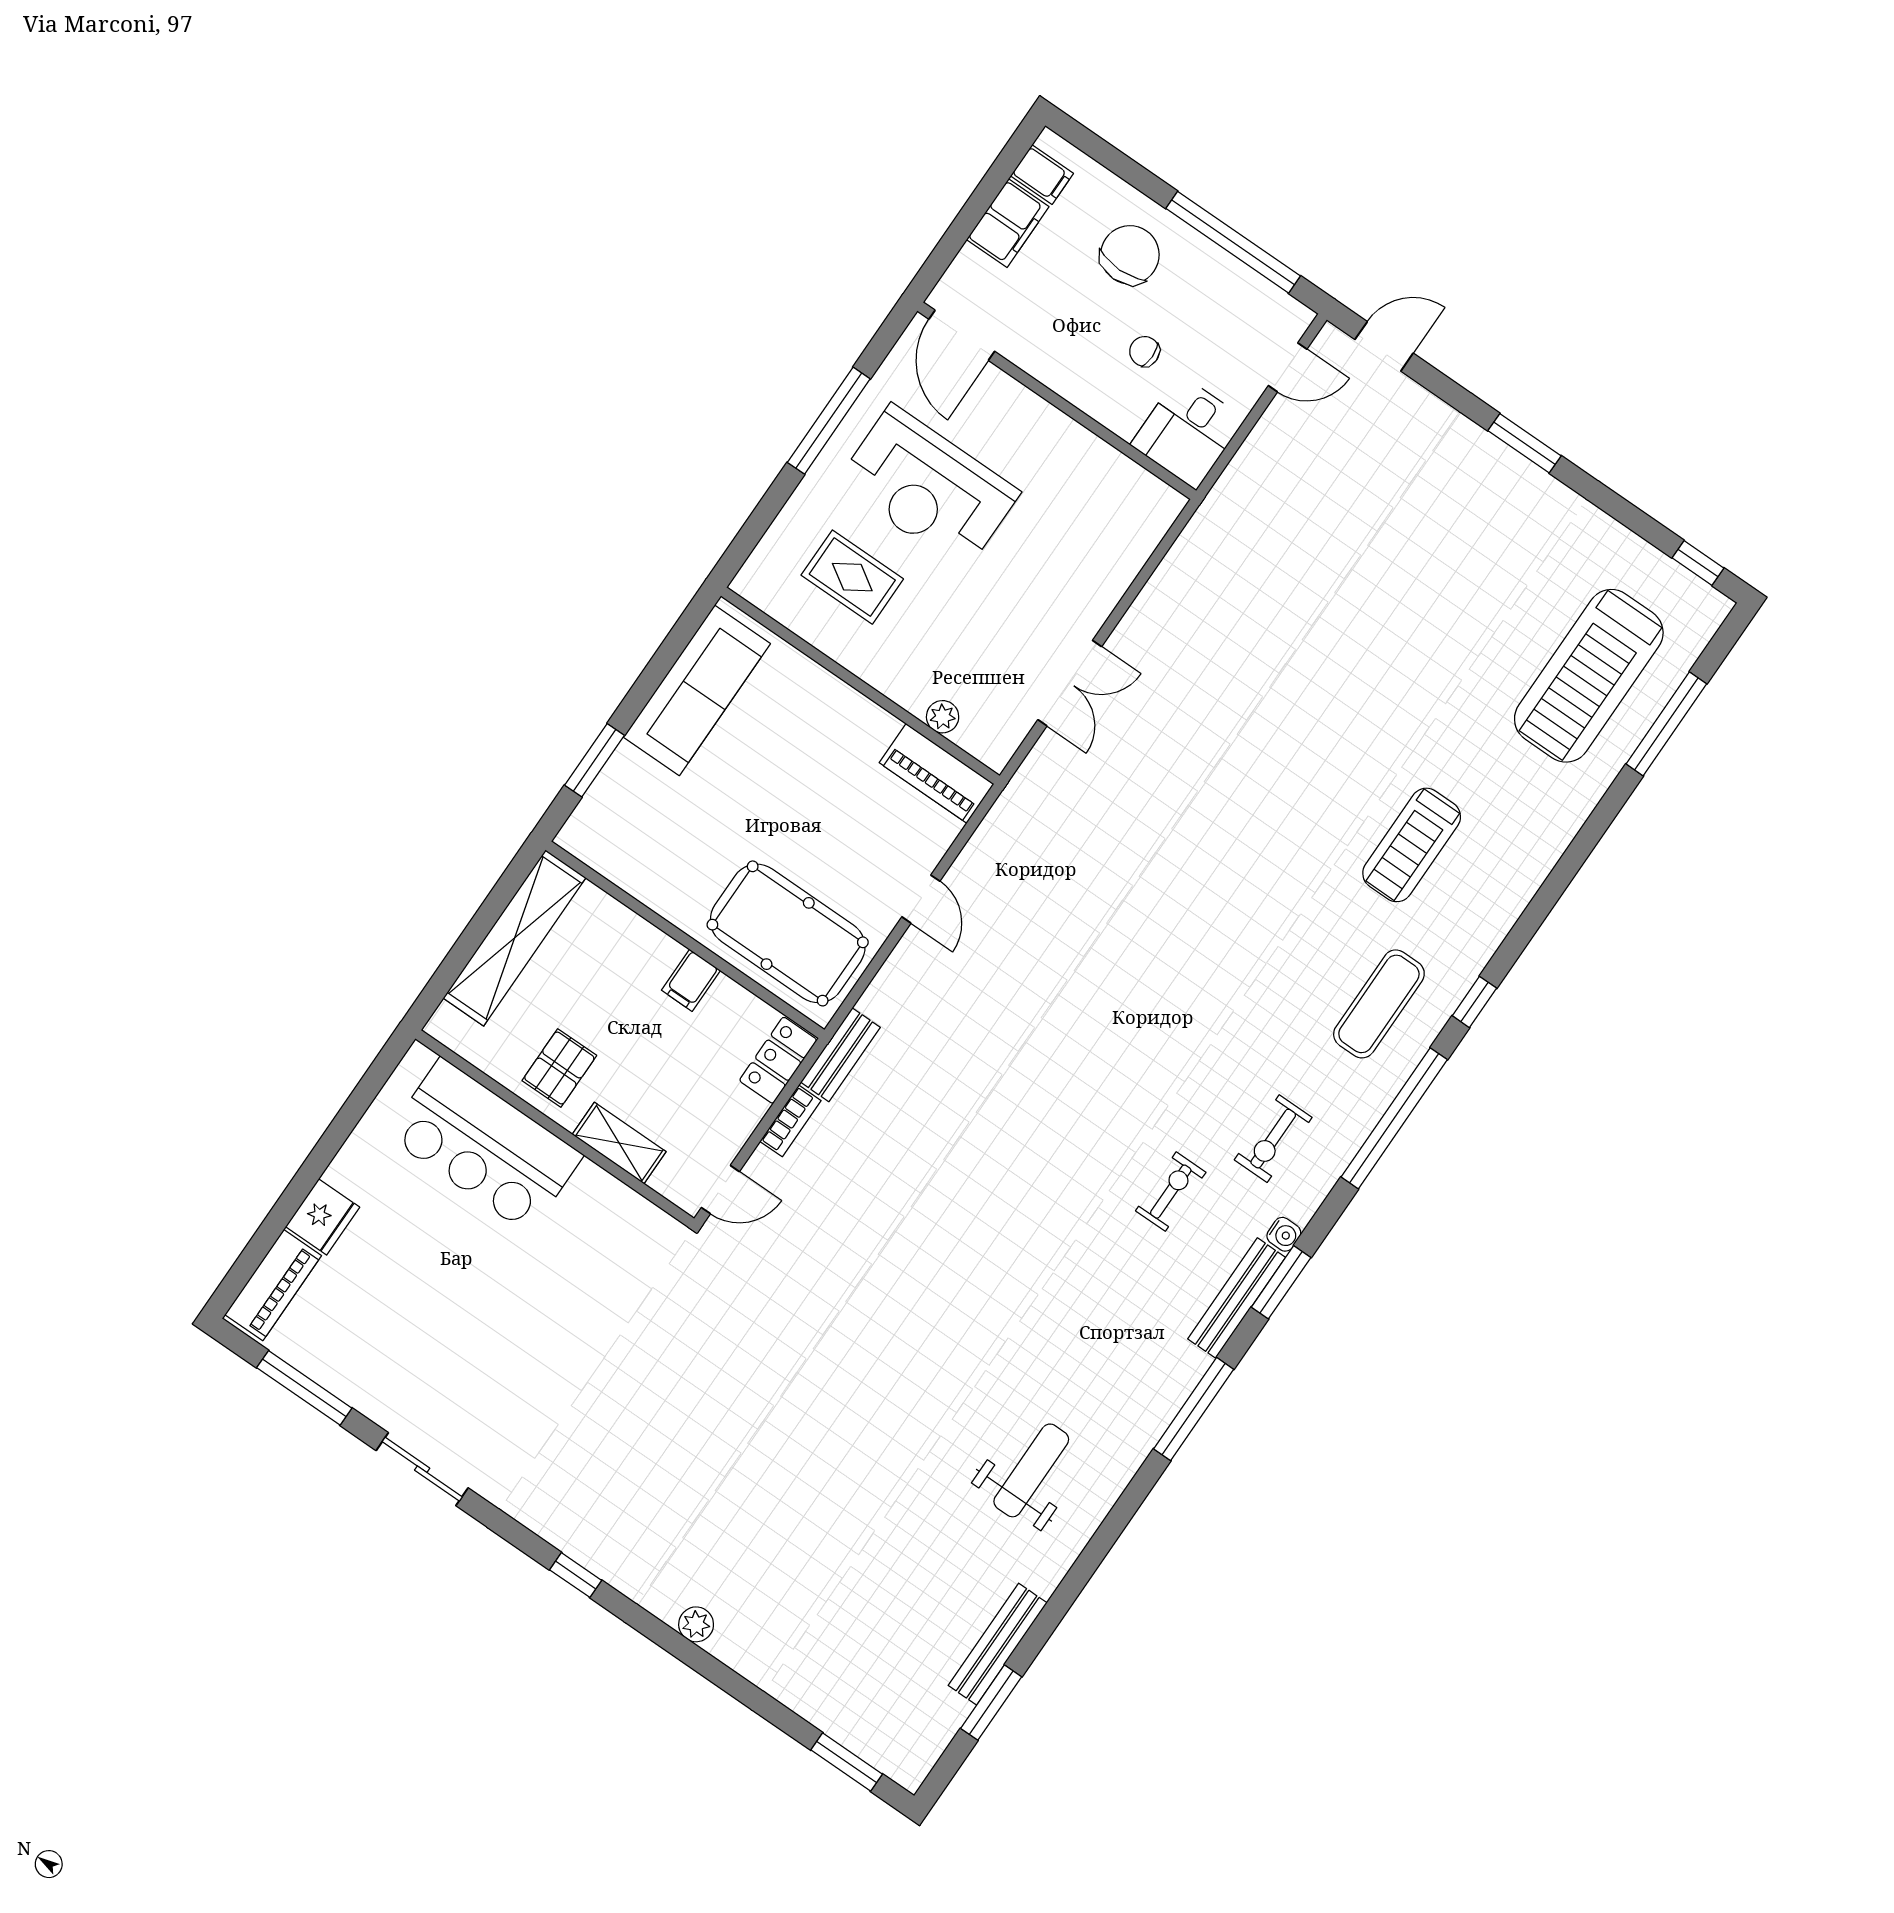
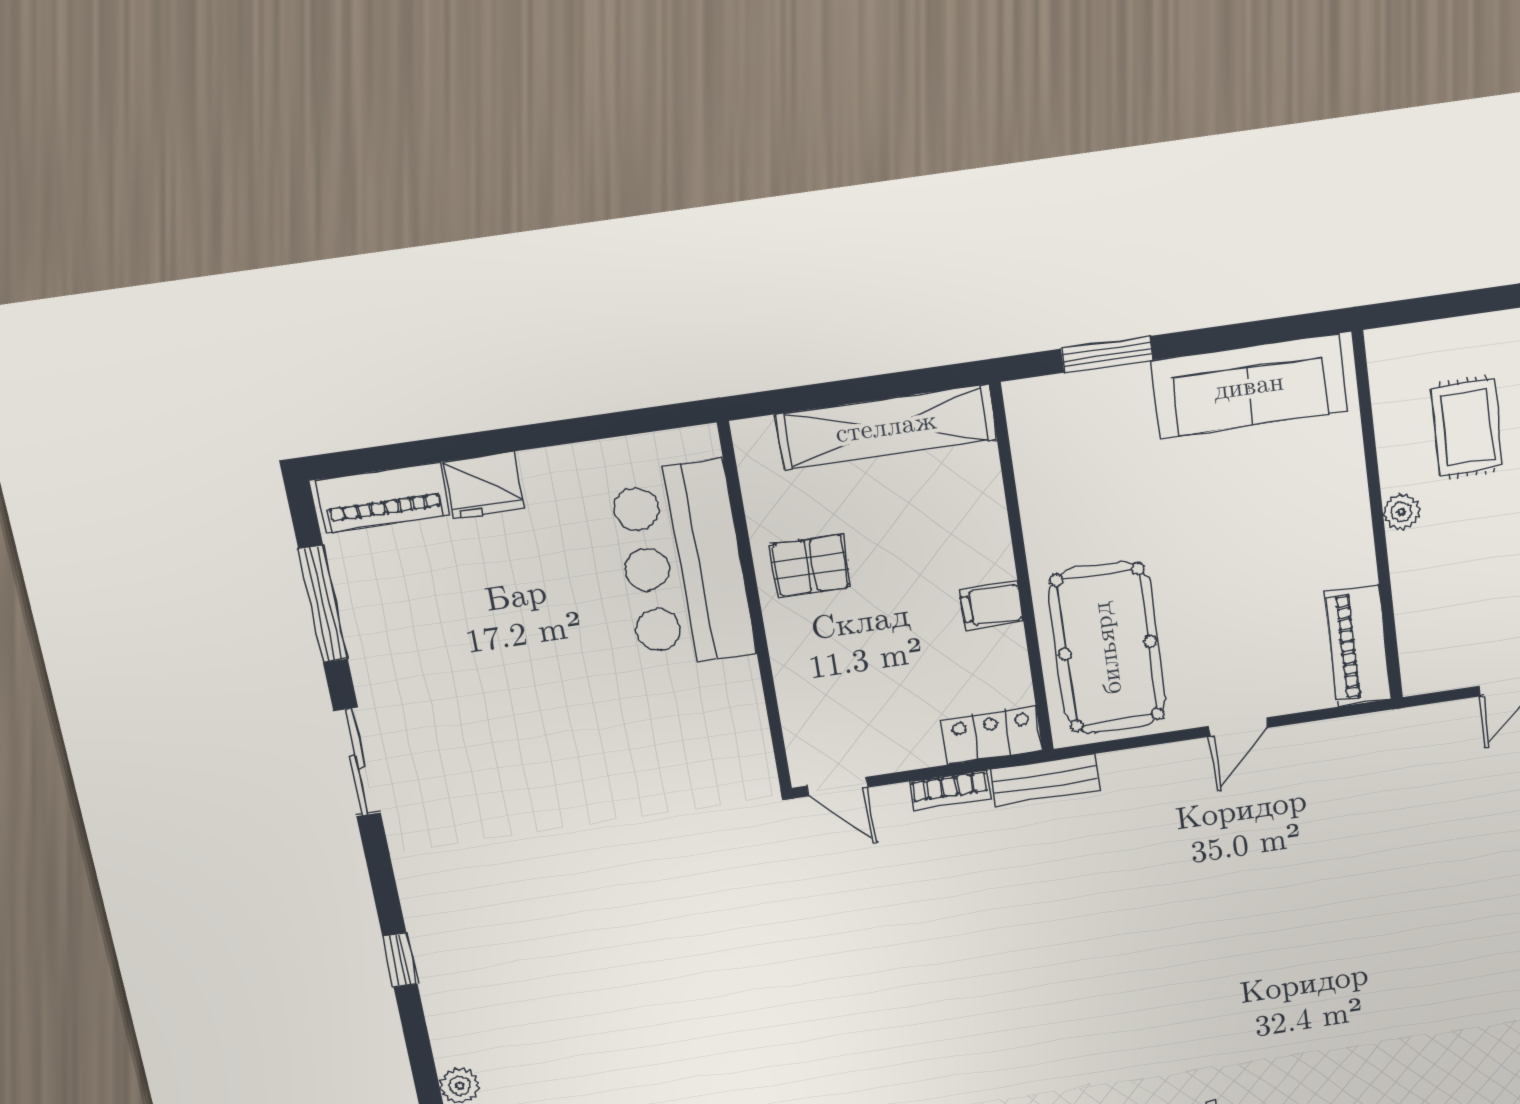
plant: (943, 717) -> (1402, 512), moved
shelving: (619, 1143) -> (795, 672), removed

